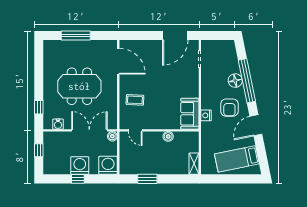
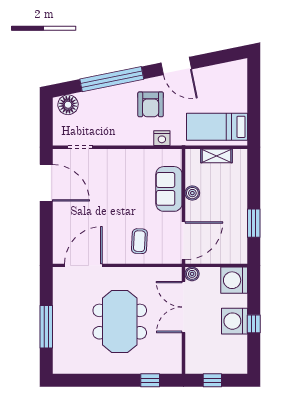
floor lamp: (235, 81) -> (68, 105), moved
armchair: (229, 108) -> (151, 104), turned 90
sofa: (190, 114) -> (169, 189), moved, turned 90
water cooler: (58, 124) -> (174, 353), removed
door: (135, 130) -> (184, 241), width x1.88
bed: (237, 159) -> (217, 127), moved, turned 101
shelving: (194, 164) -> (216, 156), moved

